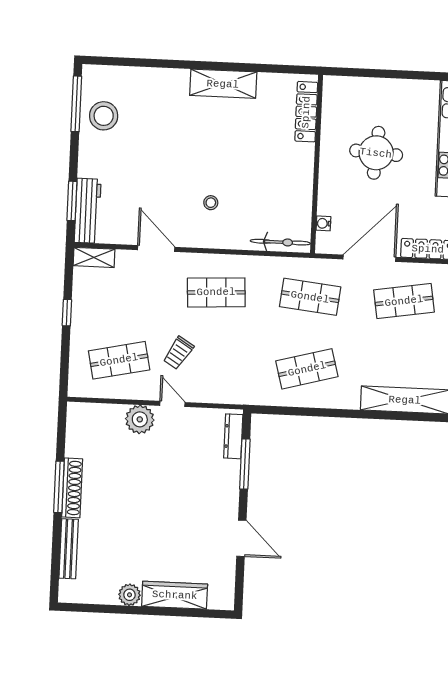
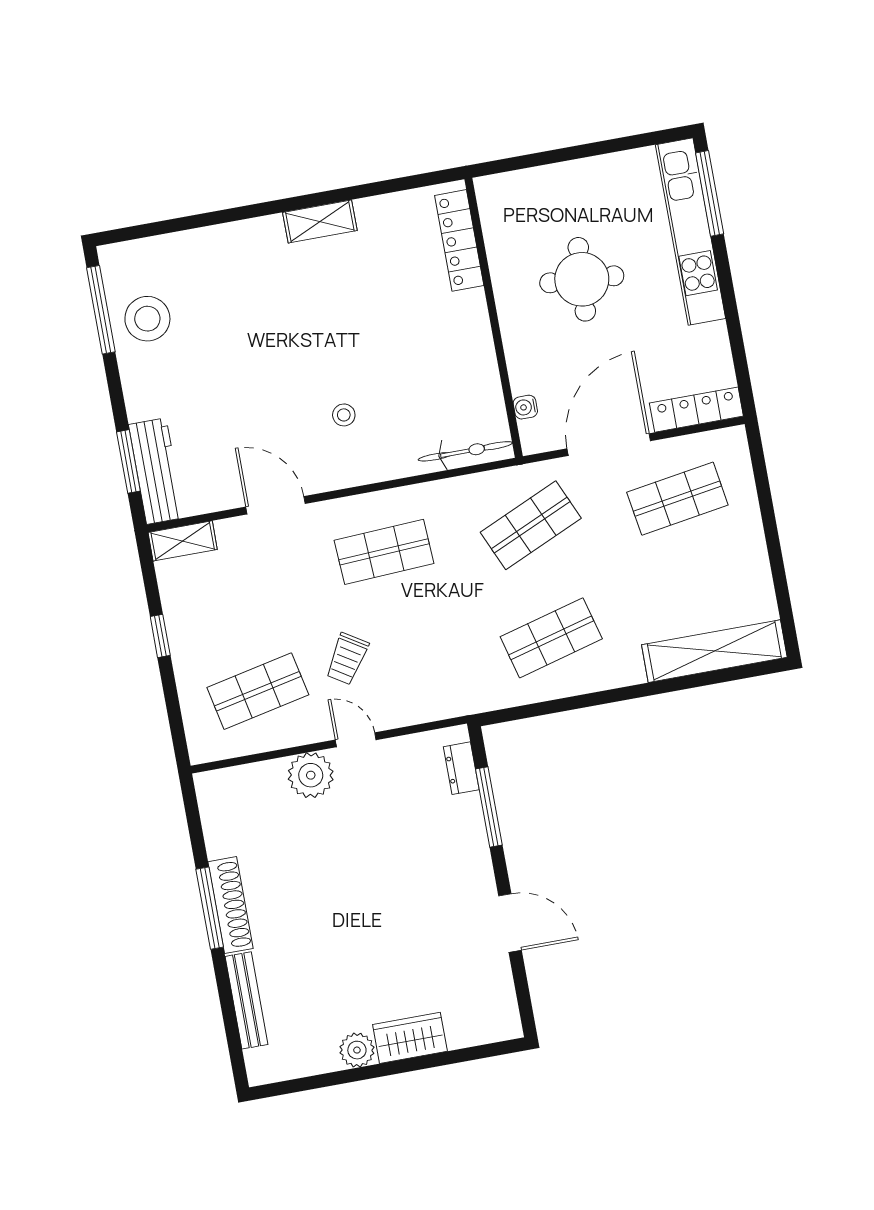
shelving: (223, 84) -> (320, 221), width x0.67, depth x0.75
shop shelf: (310, 297) -> (531, 525), turned -30
dresser: (233, 436) -> (461, 768), width x0.70
wardrobe: (175, 595) -> (410, 1038), width x0.67

